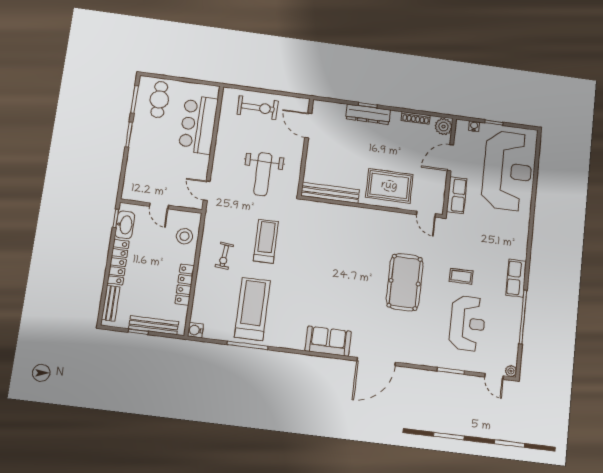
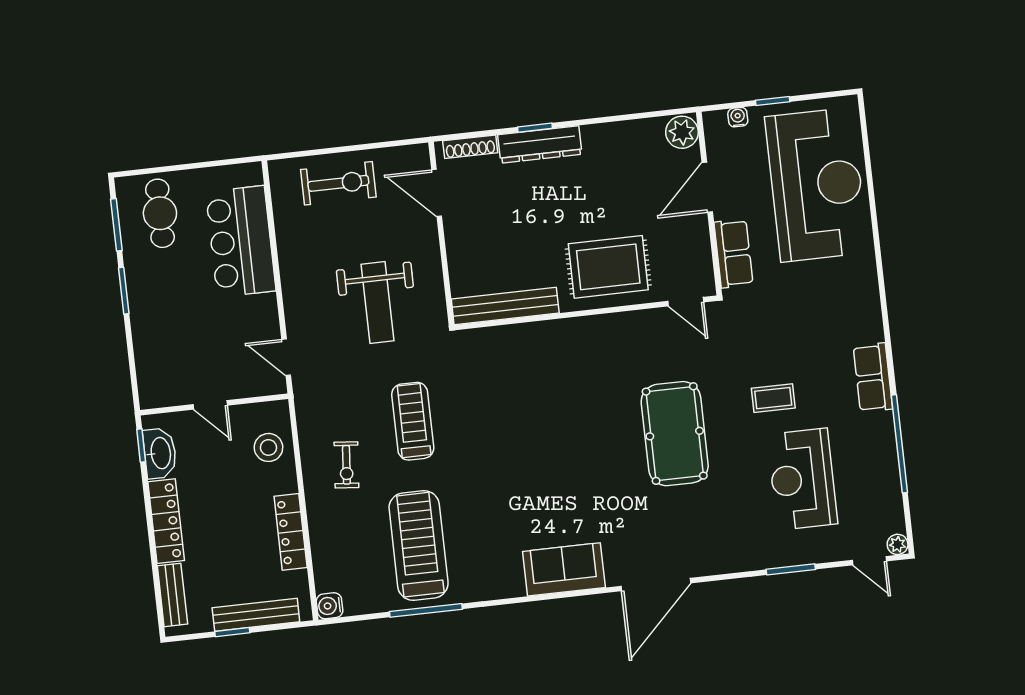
shoe rack: (416, 118) -> (470, 147), moved
reception desk: (467, 323) -> (802, 479), turned 180

